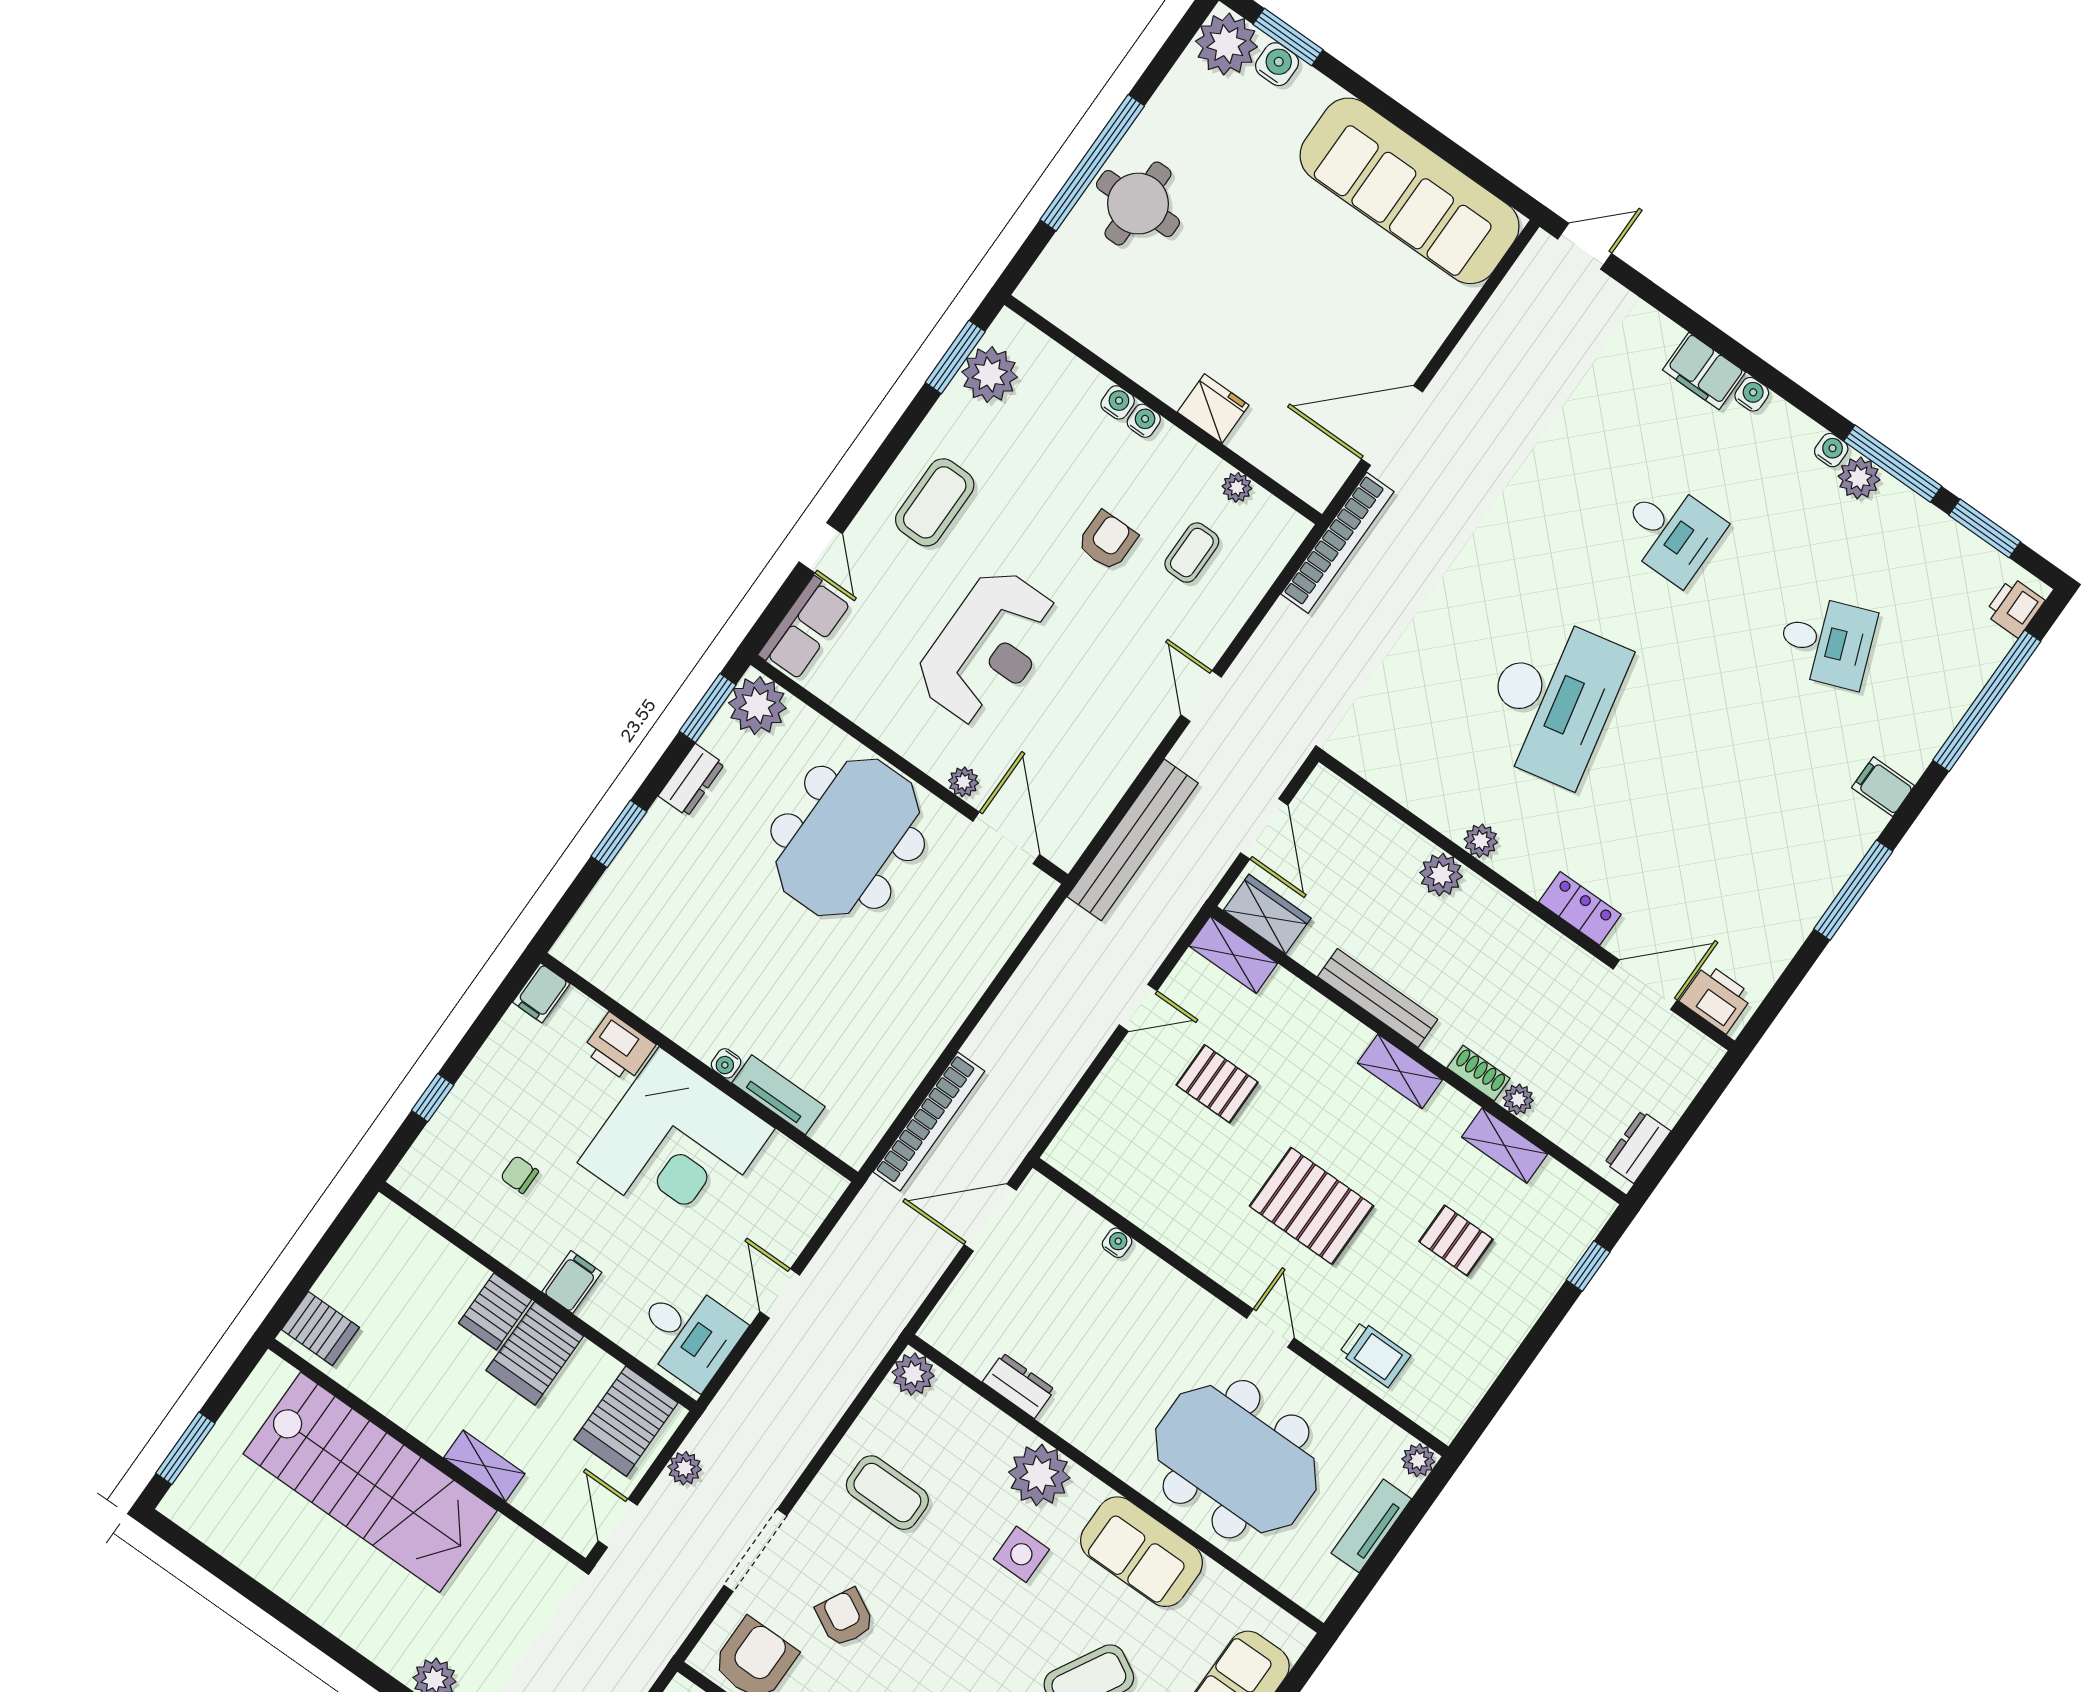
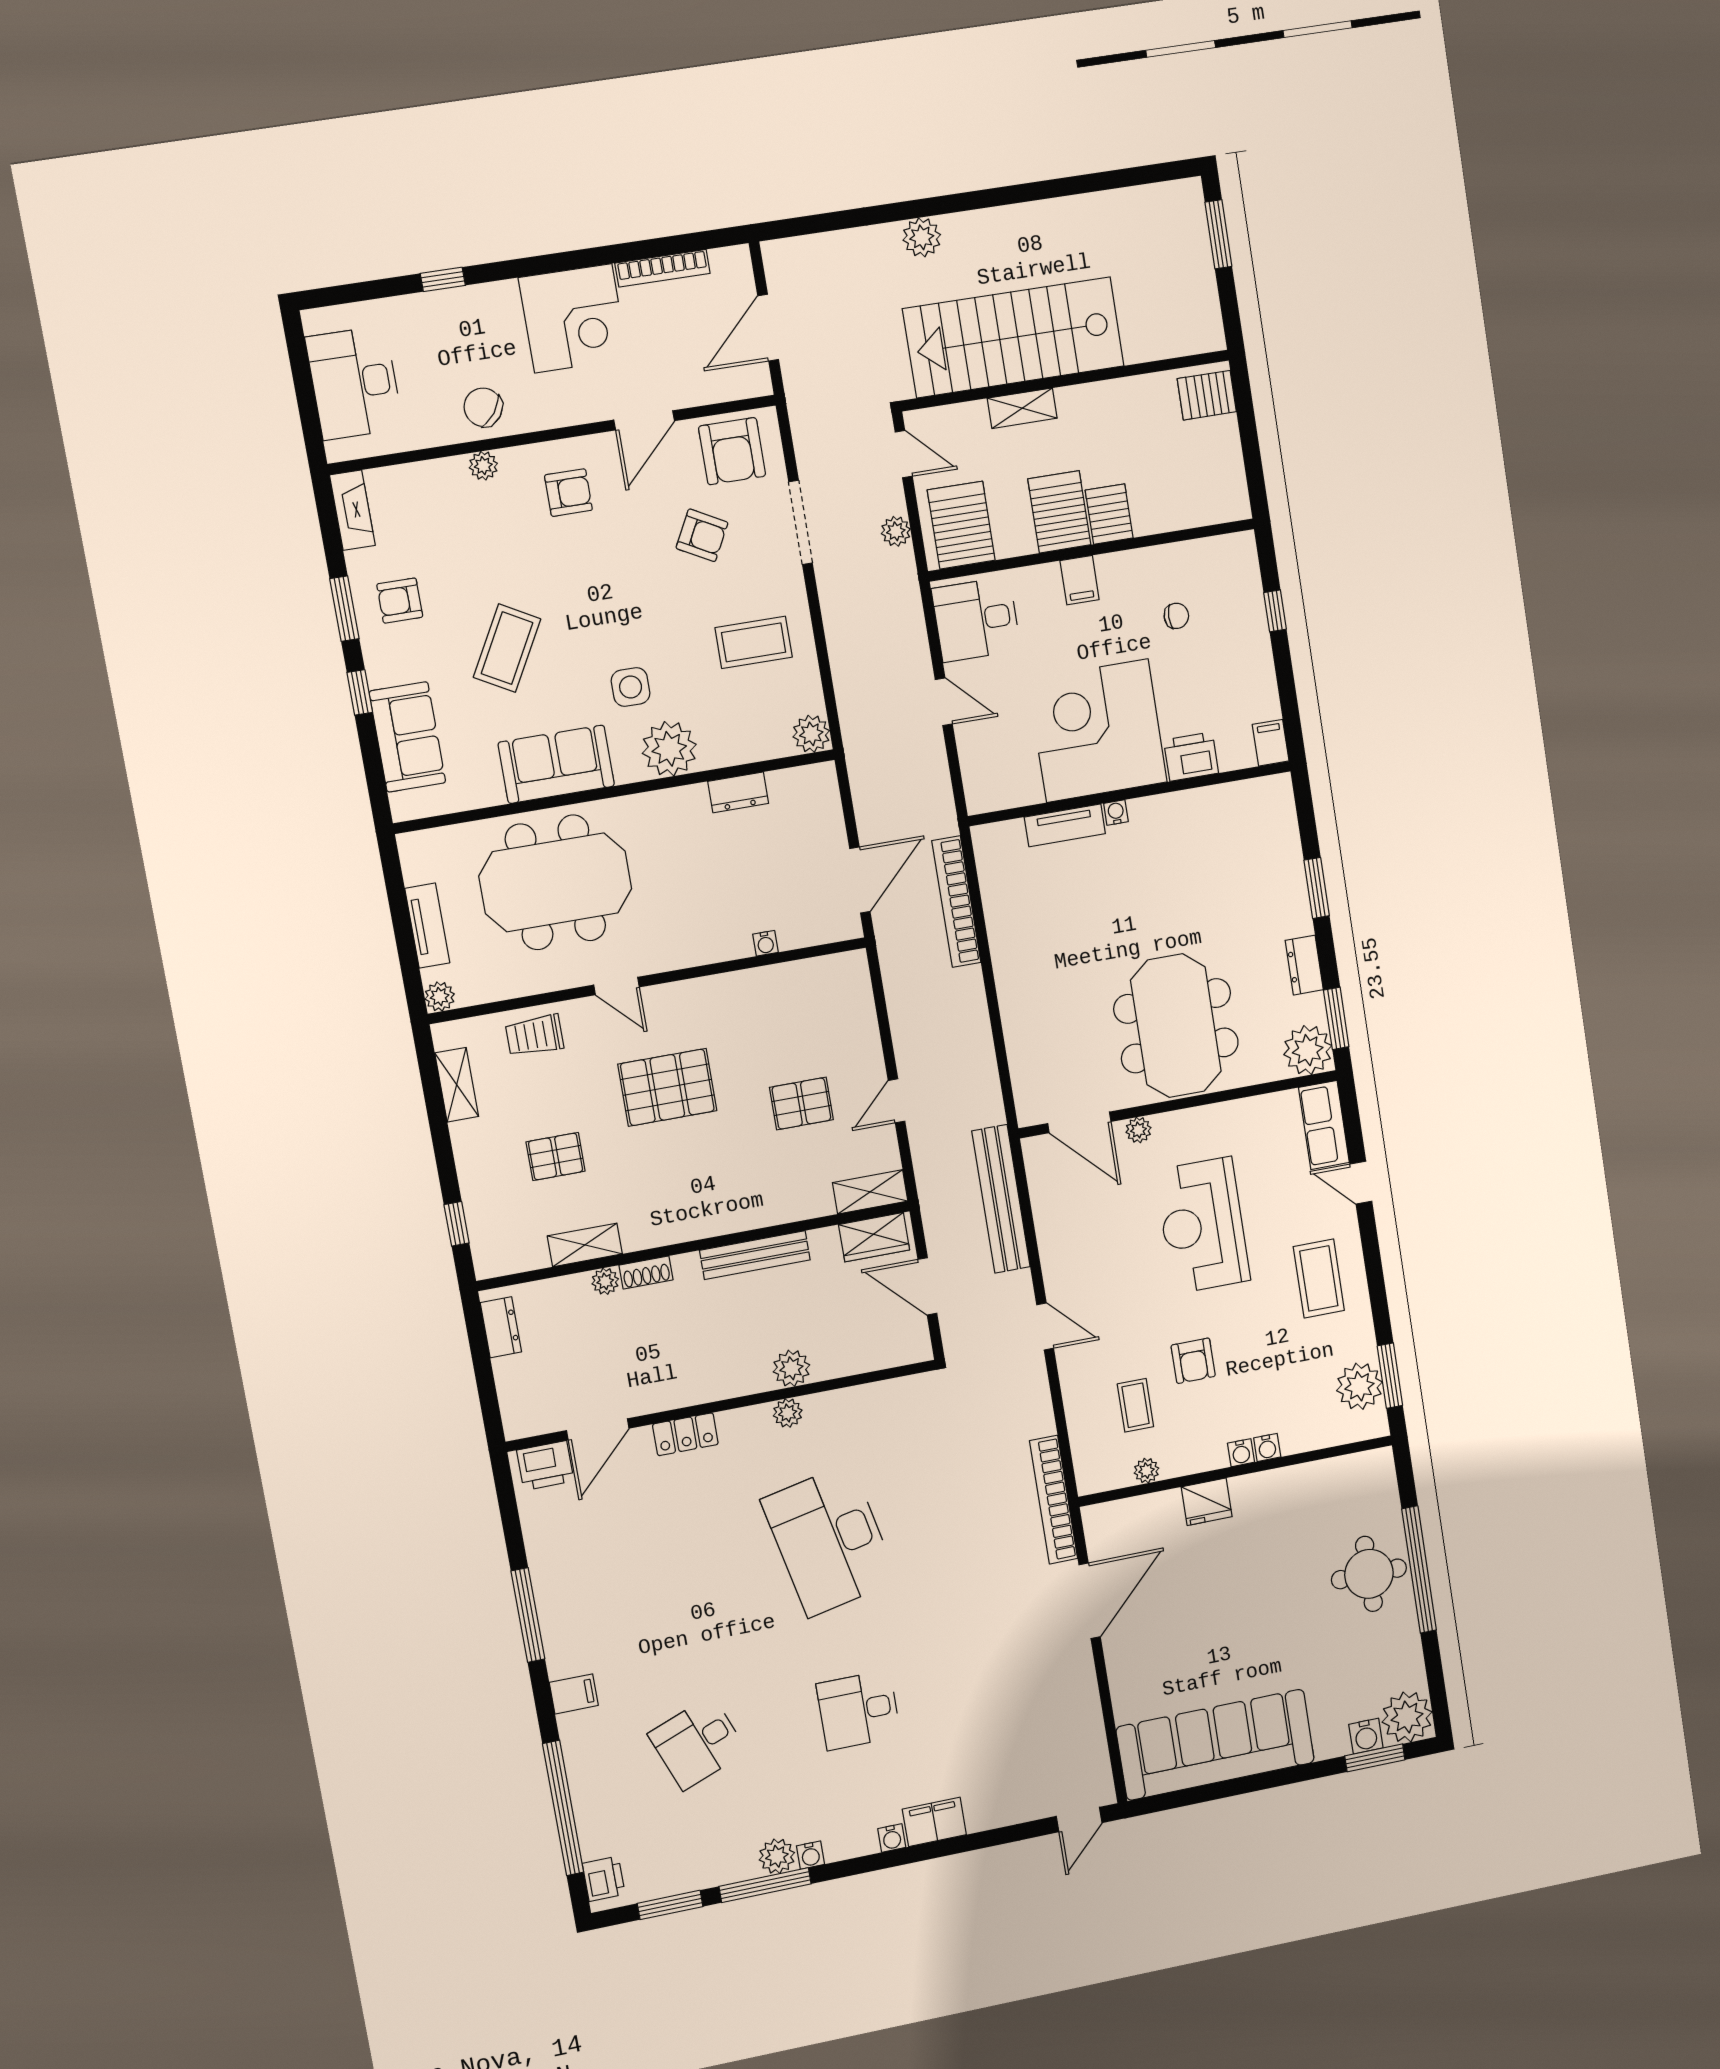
shelving: (1400, 1071) -> (457, 1085), moved, turned 90
stairs: (370, 1482) -> (1014, 337), moved

